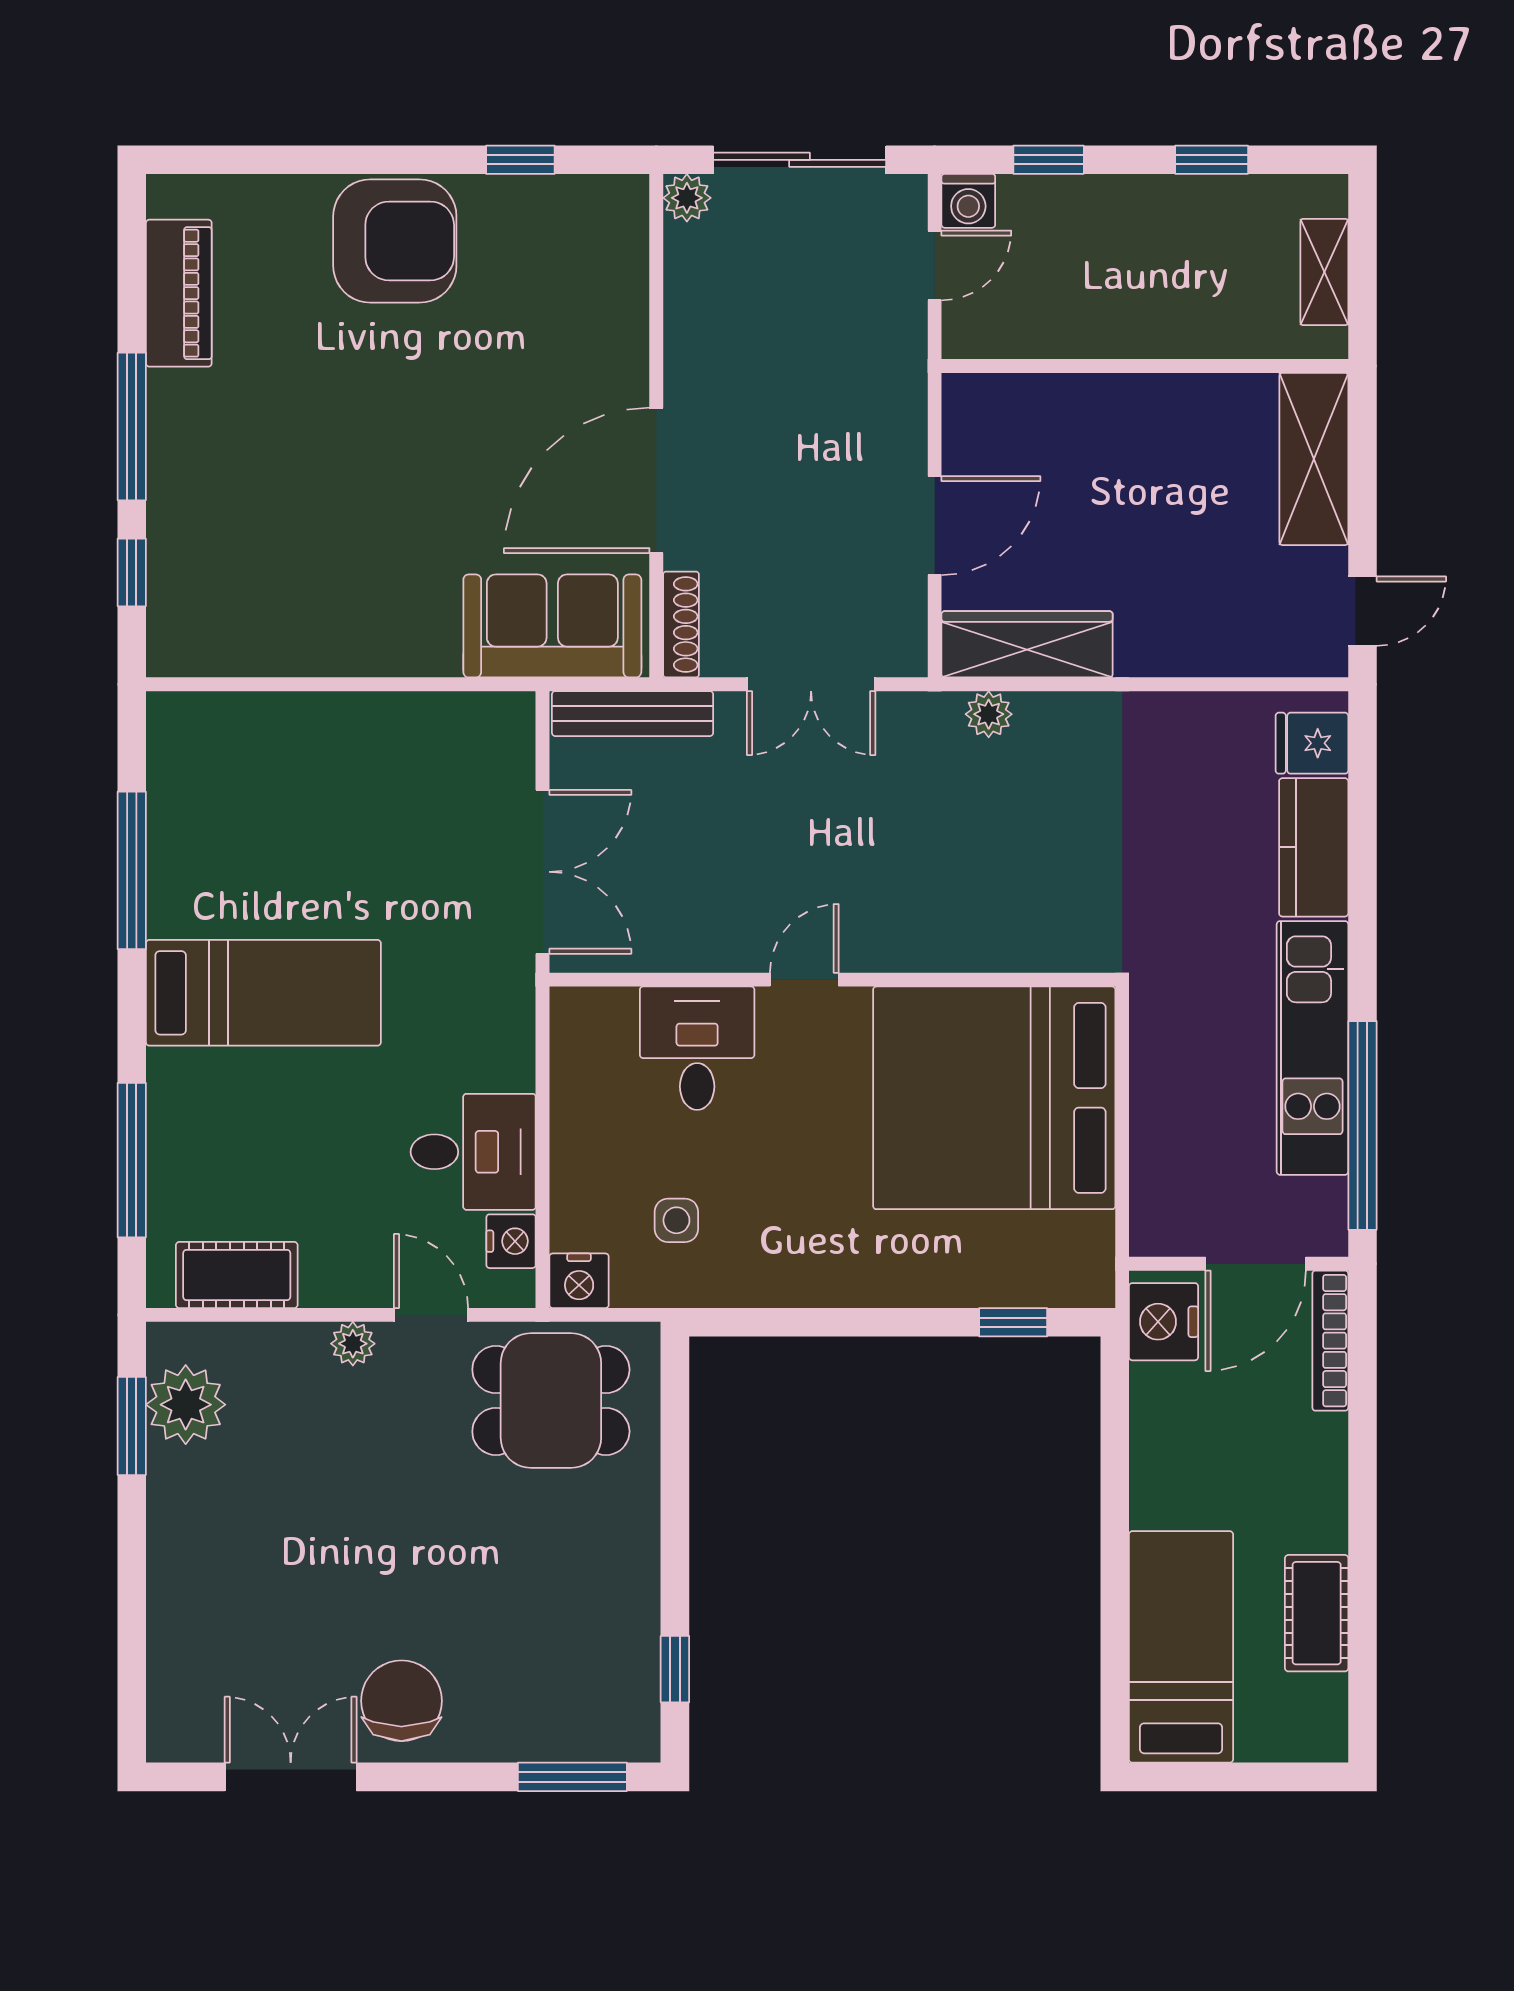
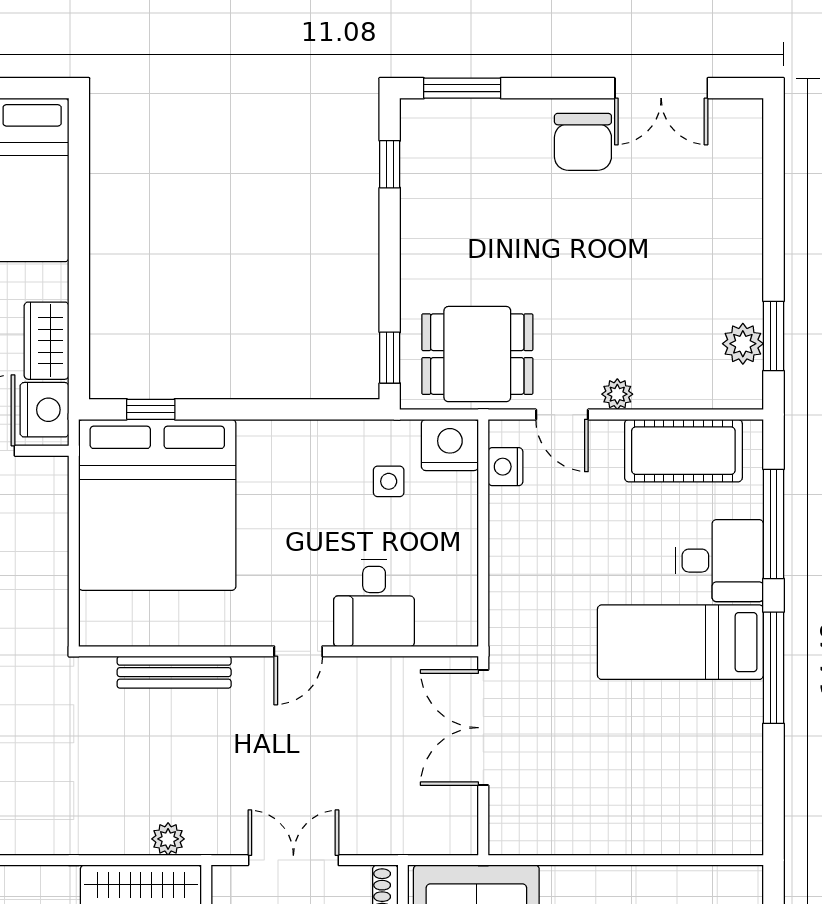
bench: (633, 714) -> (174, 672), moved
window: (132, 870) -> (773, 668), moved
bed: (994, 1098) -> (157, 505), moved, turned 90
desk: (473, 1152) -> (719, 561), moved, turned 180
cot: (237, 1275) -> (683, 451), width x1.37, depth x1.34
nightstand: (579, 1281) -> (450, 445), width x1.36, depth x1.33
window: (675, 1395) -> (390, 358), added
plant: (186, 1405) -> (743, 344), width x0.73, depth x0.73
wardrobe: (1161, 1419) -> (46, 341), added

